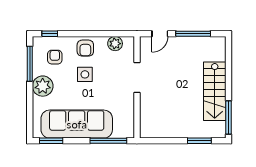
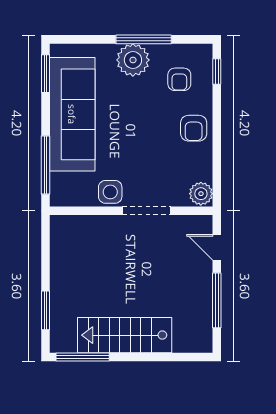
plant: (115, 44) -> (201, 194), moved
armchair: (85, 48) -> (194, 128), turned -90
armchair: (55, 57) -> (179, 79), turned 90
window: (30, 64) -> (144, 39), moved
side table: (85, 74) -> (110, 192), moved

